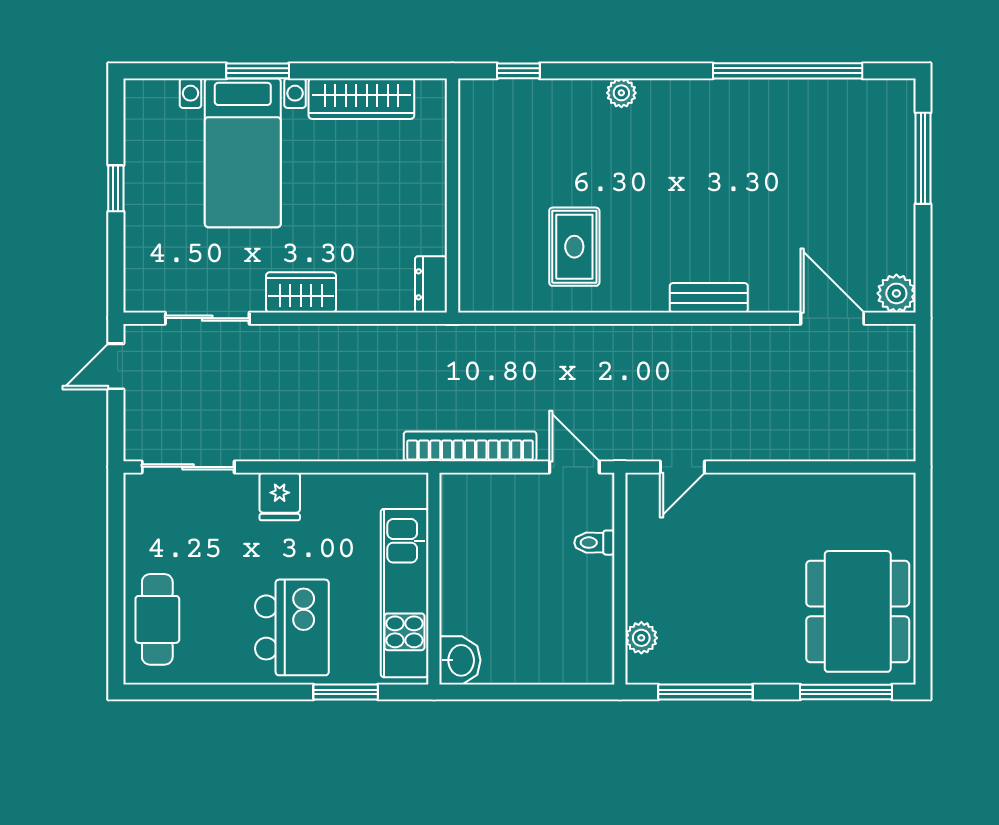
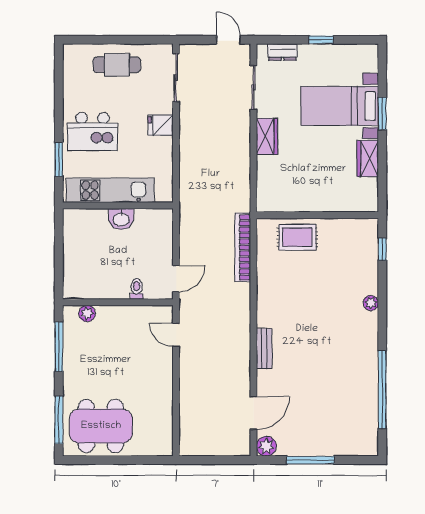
wardrobe: (361, 99) -> (368, 159), width x0.67
window: (923, 158) -> (310, 460), moved
rug: (574, 247) -> (297, 237), moved
dresser: (431, 284) -> (283, 52), moved, turned 180
bookcase: (470, 446) -> (243, 247), moved, turned 180
cafe table: (157, 619) -> (117, 65), moved
washbasin: (460, 660) -> (121, 219), moved

